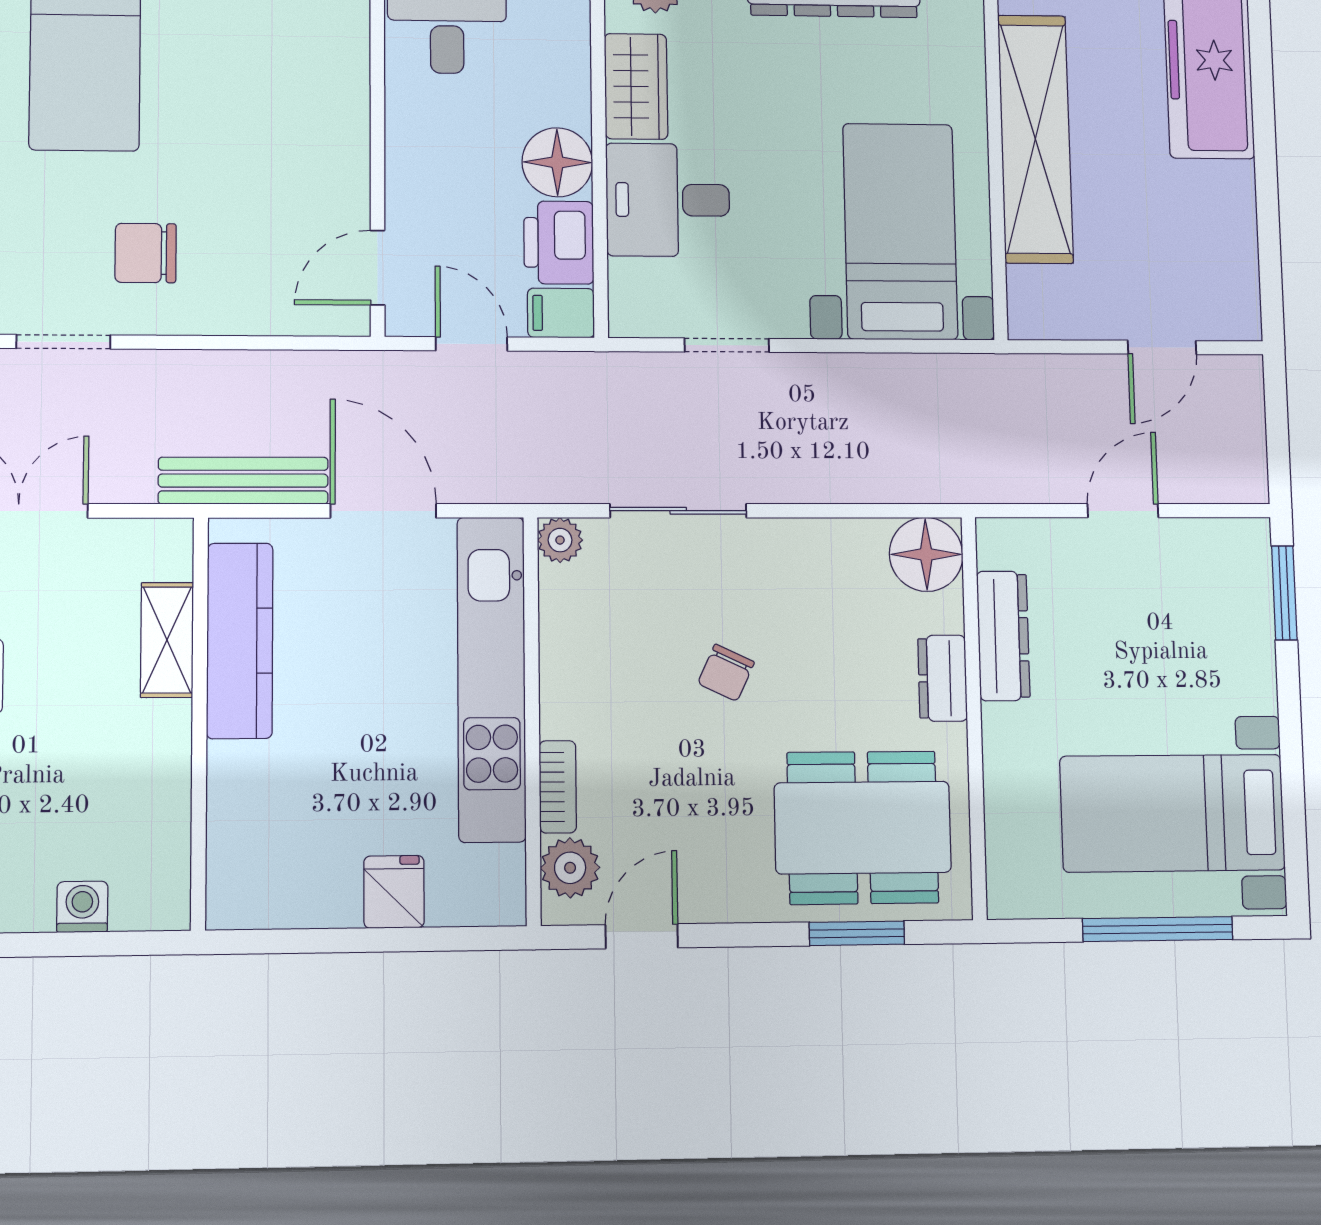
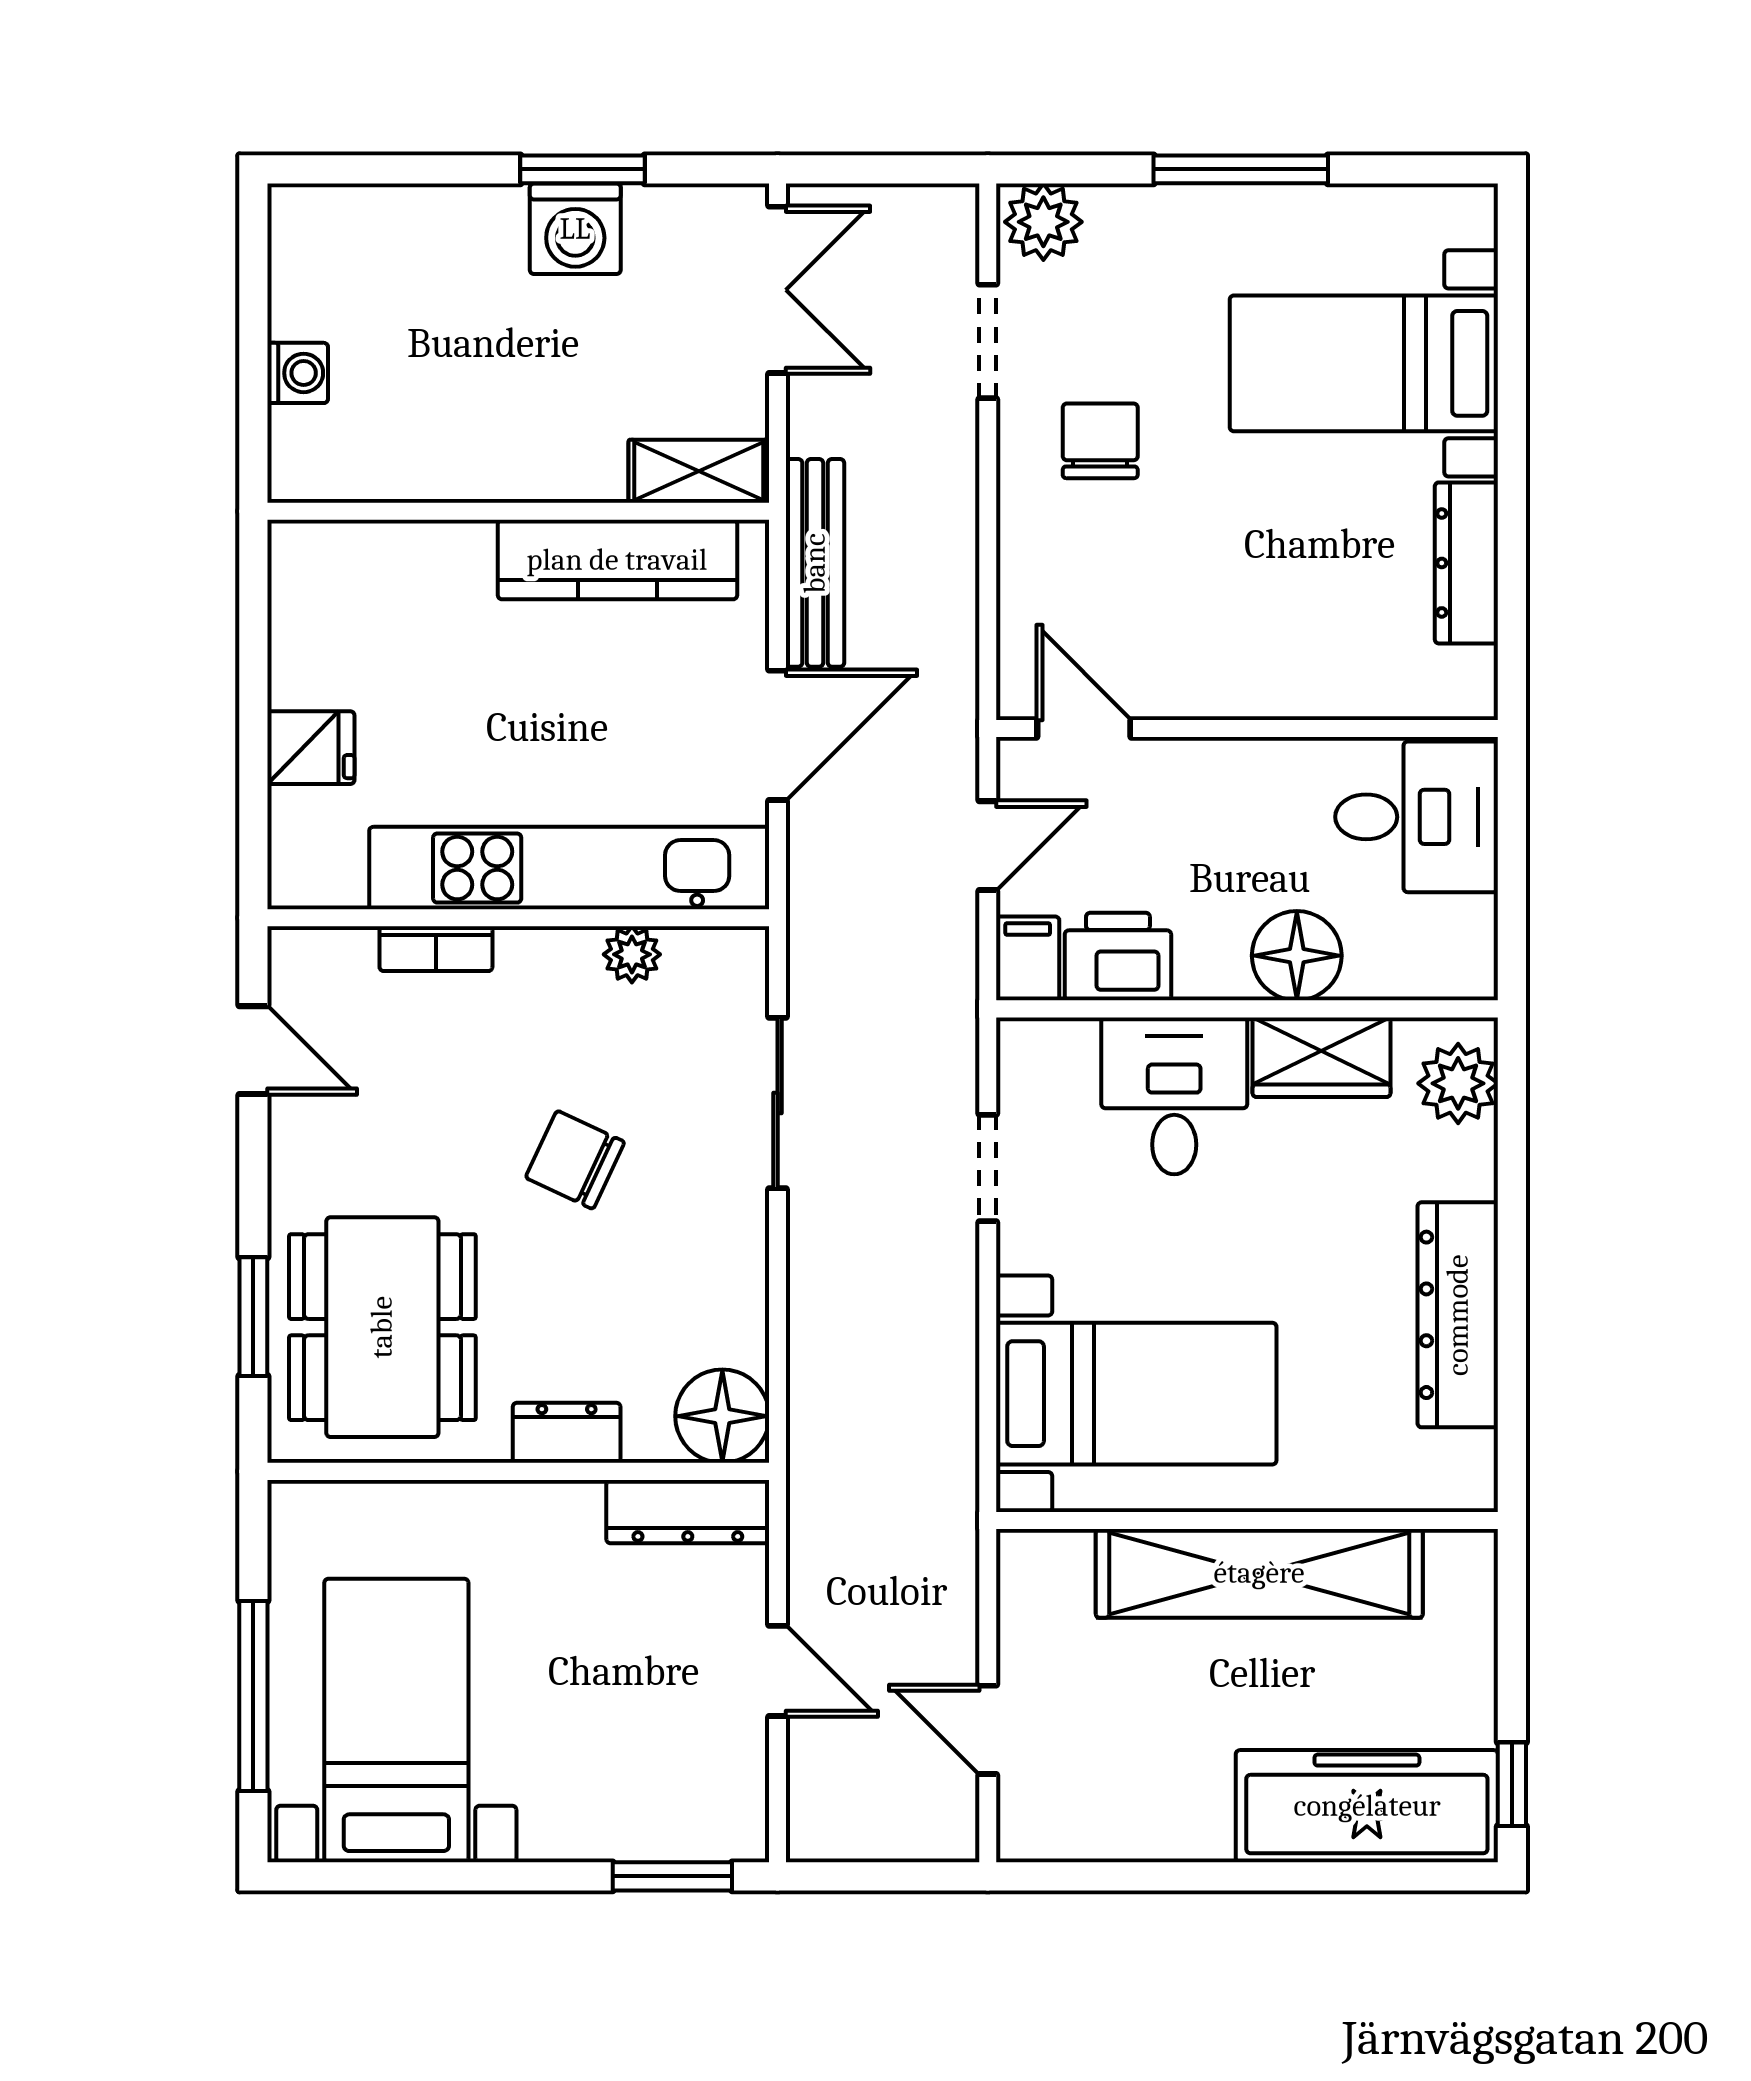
floor lamp: (557, 162) -> (1297, 956), moved
plant: (560, 540) -> (632, 954), moved
dresser: (1003, 636) -> (688, 1512), moved
shelving: (167, 640) -> (699, 471), moved
chair: (726, 673) -> (575, 1160), width x1.37, depth x1.37
plant: (570, 868) -> (337, 963), removed

